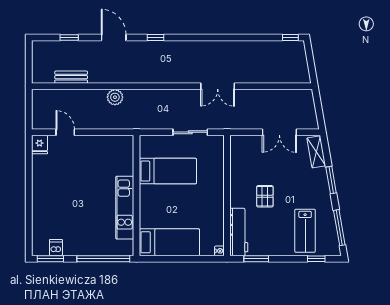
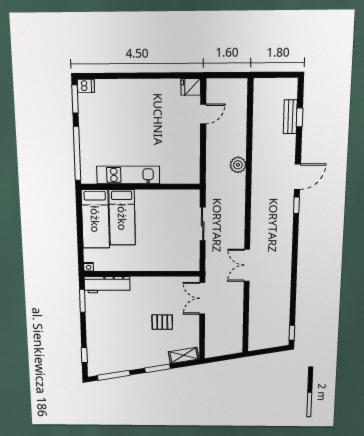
door: (114, 37) -> (297, 177), moved
bench: (71, 77) -> (290, 117), moved
sliding door: (190, 132) -> (203, 224), moved
double door: (279, 132) -> (202, 298), moved
bed: (168, 171) -> (122, 217), moved
pallet: (265, 196) -> (162, 322), moved
lab bench: (305, 231) -> (110, 345), removed
dishwasher: (56, 248) -> (86, 86), moved

